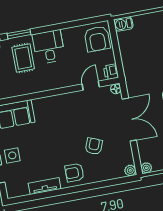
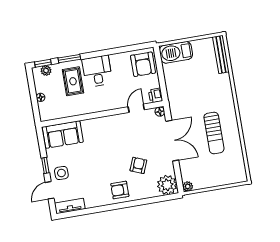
barbecue: (123, 24) -> (176, 52), width x1.88, depth x1.53
plant: (130, 170) -> (167, 185), width x1.87, depth x1.87
tv unit: (45, 186) -> (70, 206), moved

